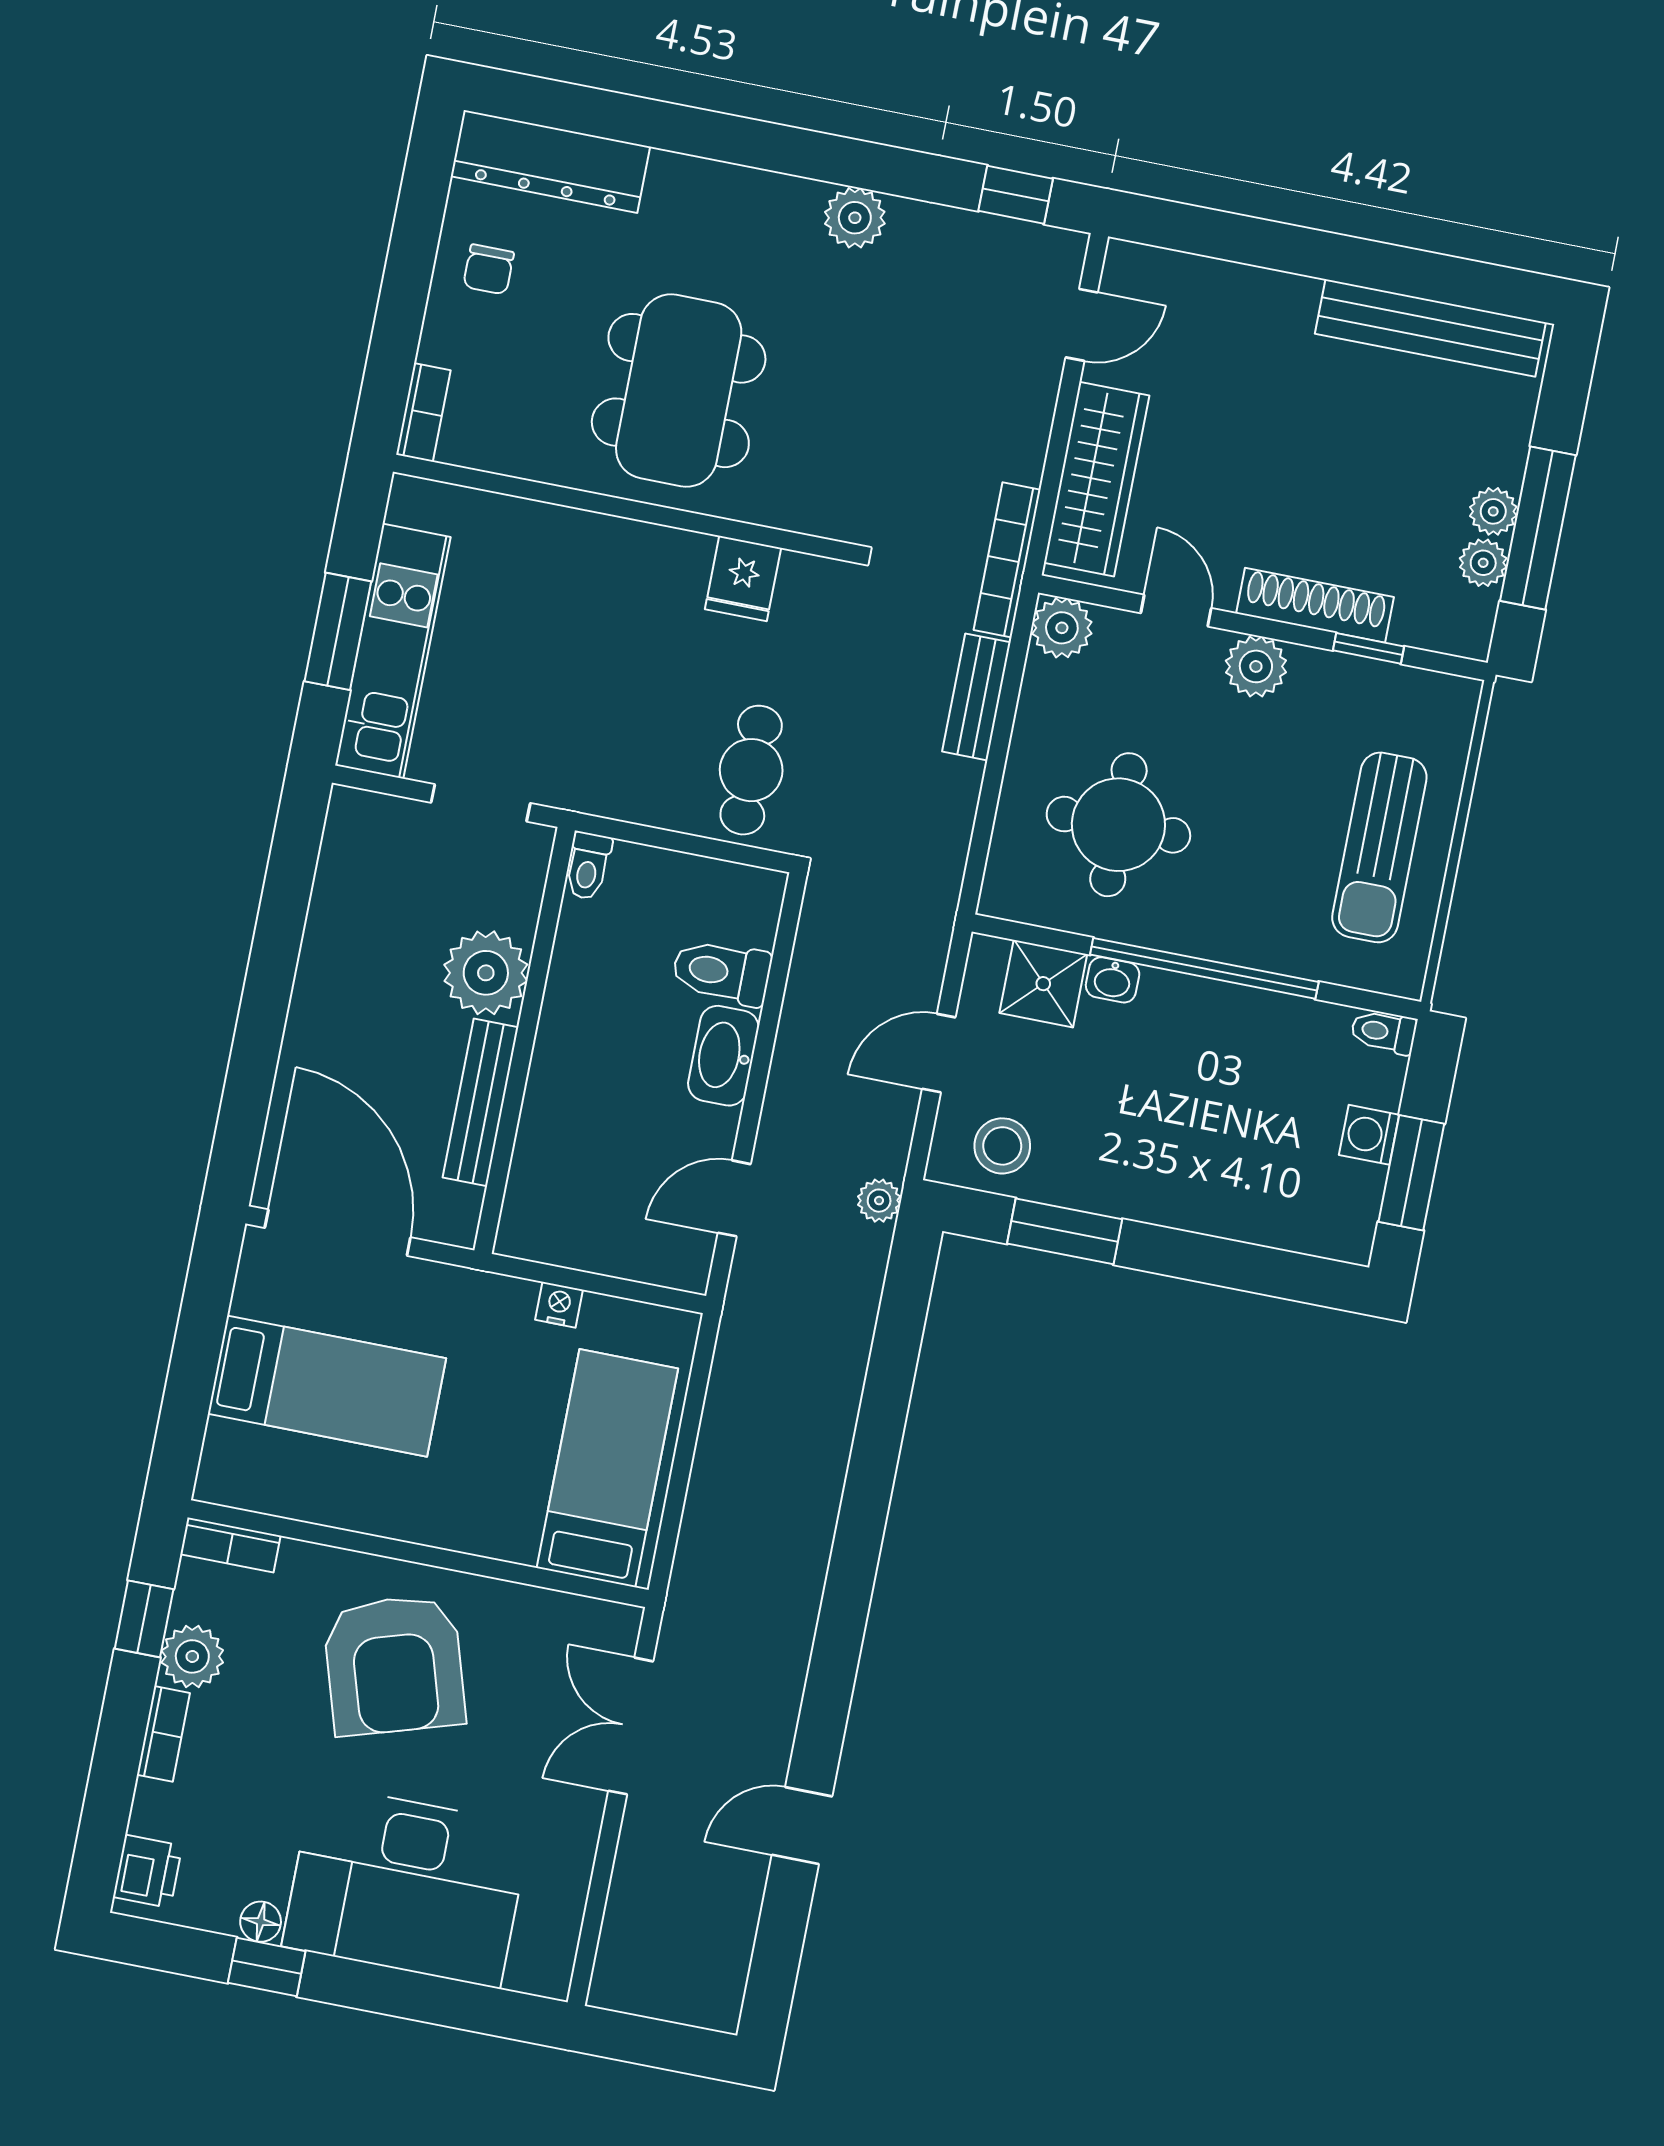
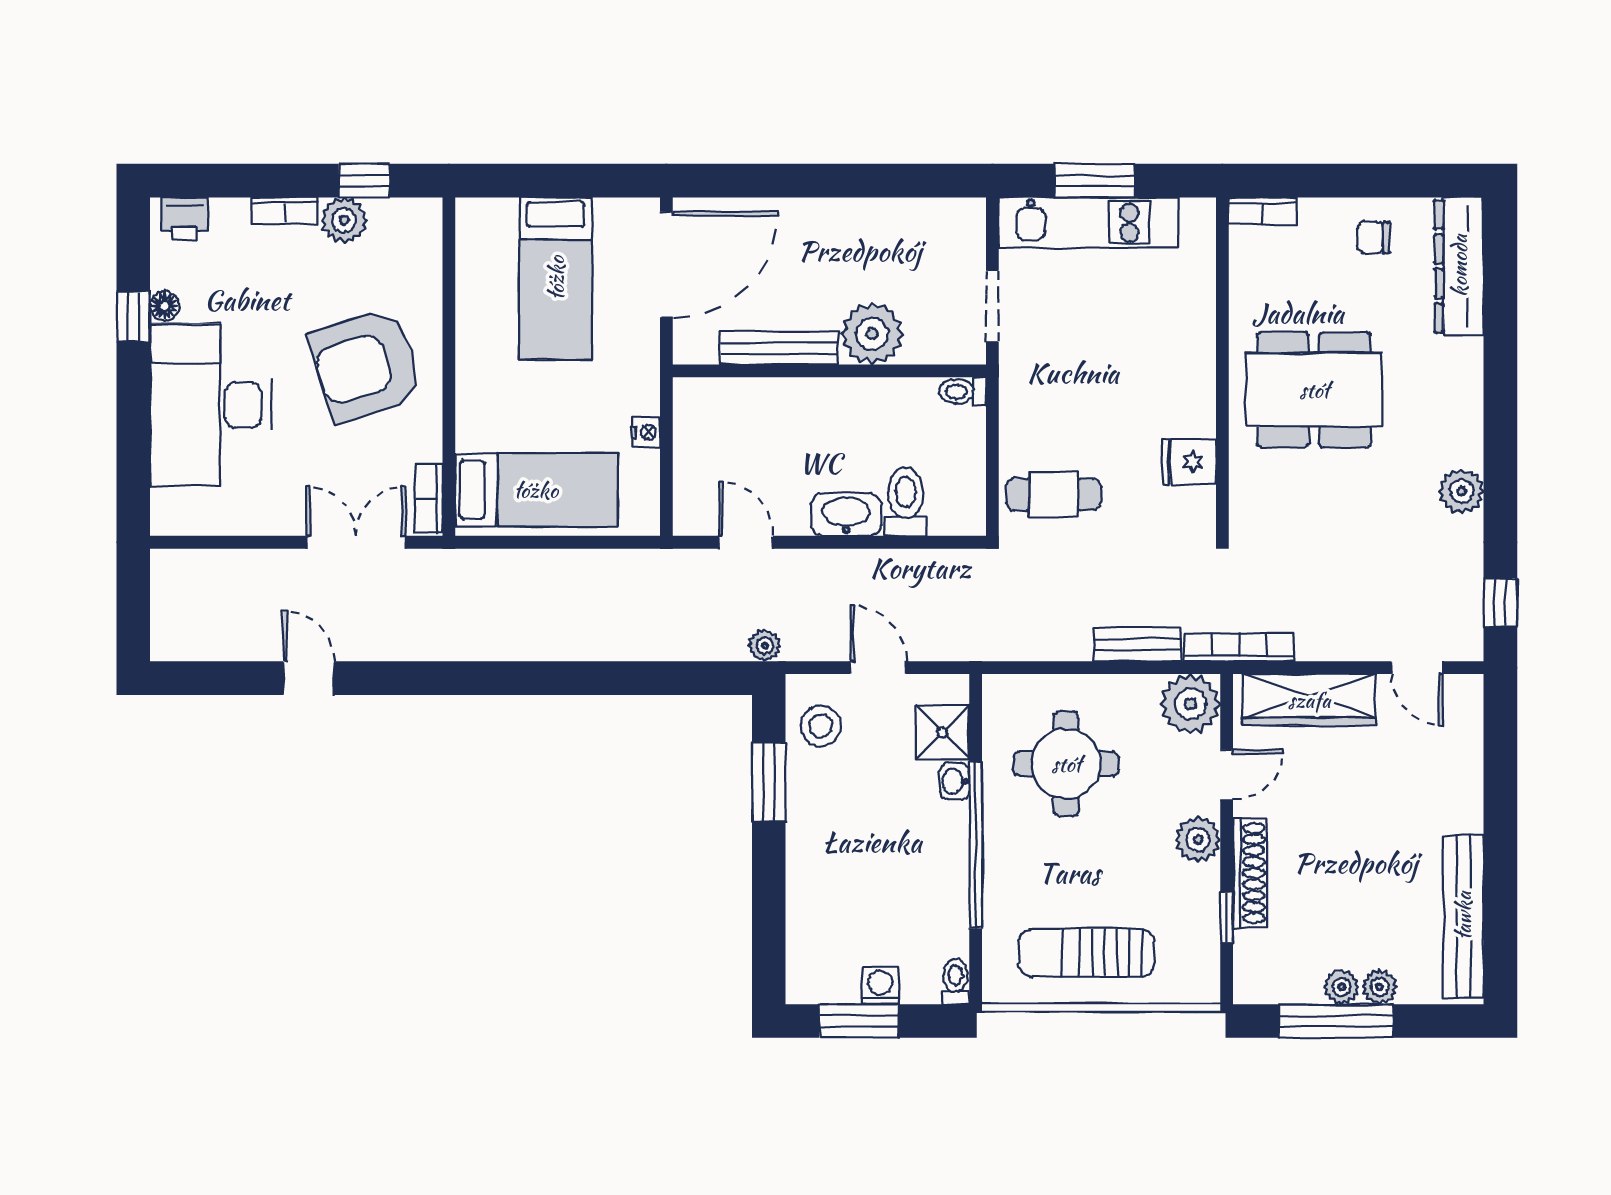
plant: (1483, 563) -> (1380, 987), moved
plant: (1062, 628) -> (1190, 704), width x1.36, depth x1.36
bookcase: (230, 1545) -> (429, 498), moved

